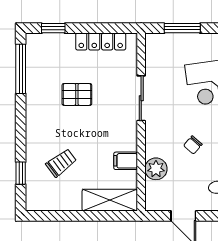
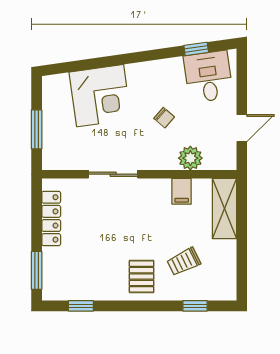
window: (53, 28) -> (37, 270), width x1.50
window: (21, 69) -> (81, 306), width x0.46
pallet: (77, 94) -> (142, 277), moved
trolley: (61, 163) -> (184, 262), turned -79

